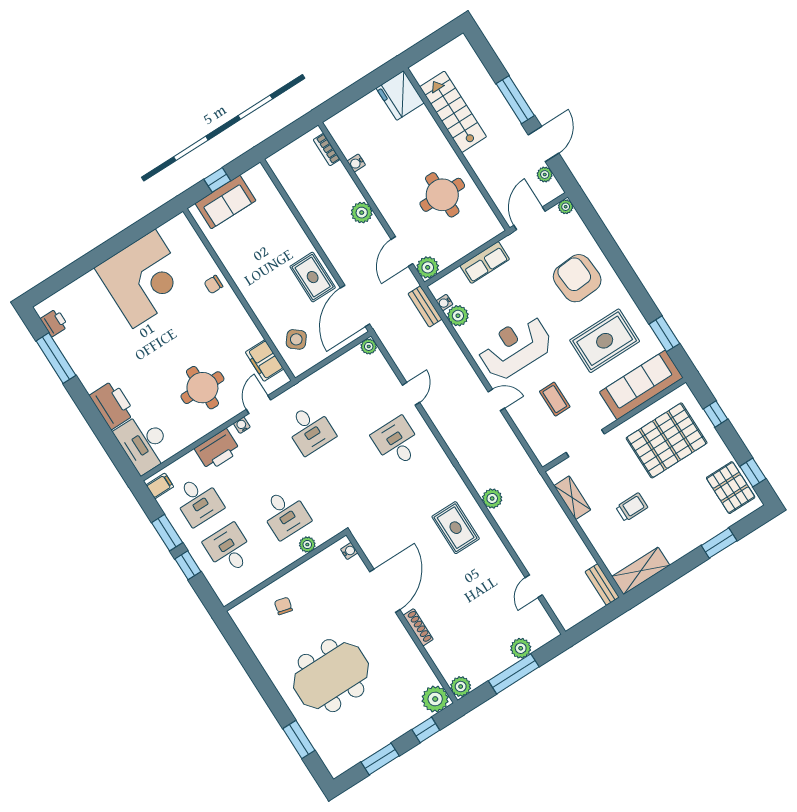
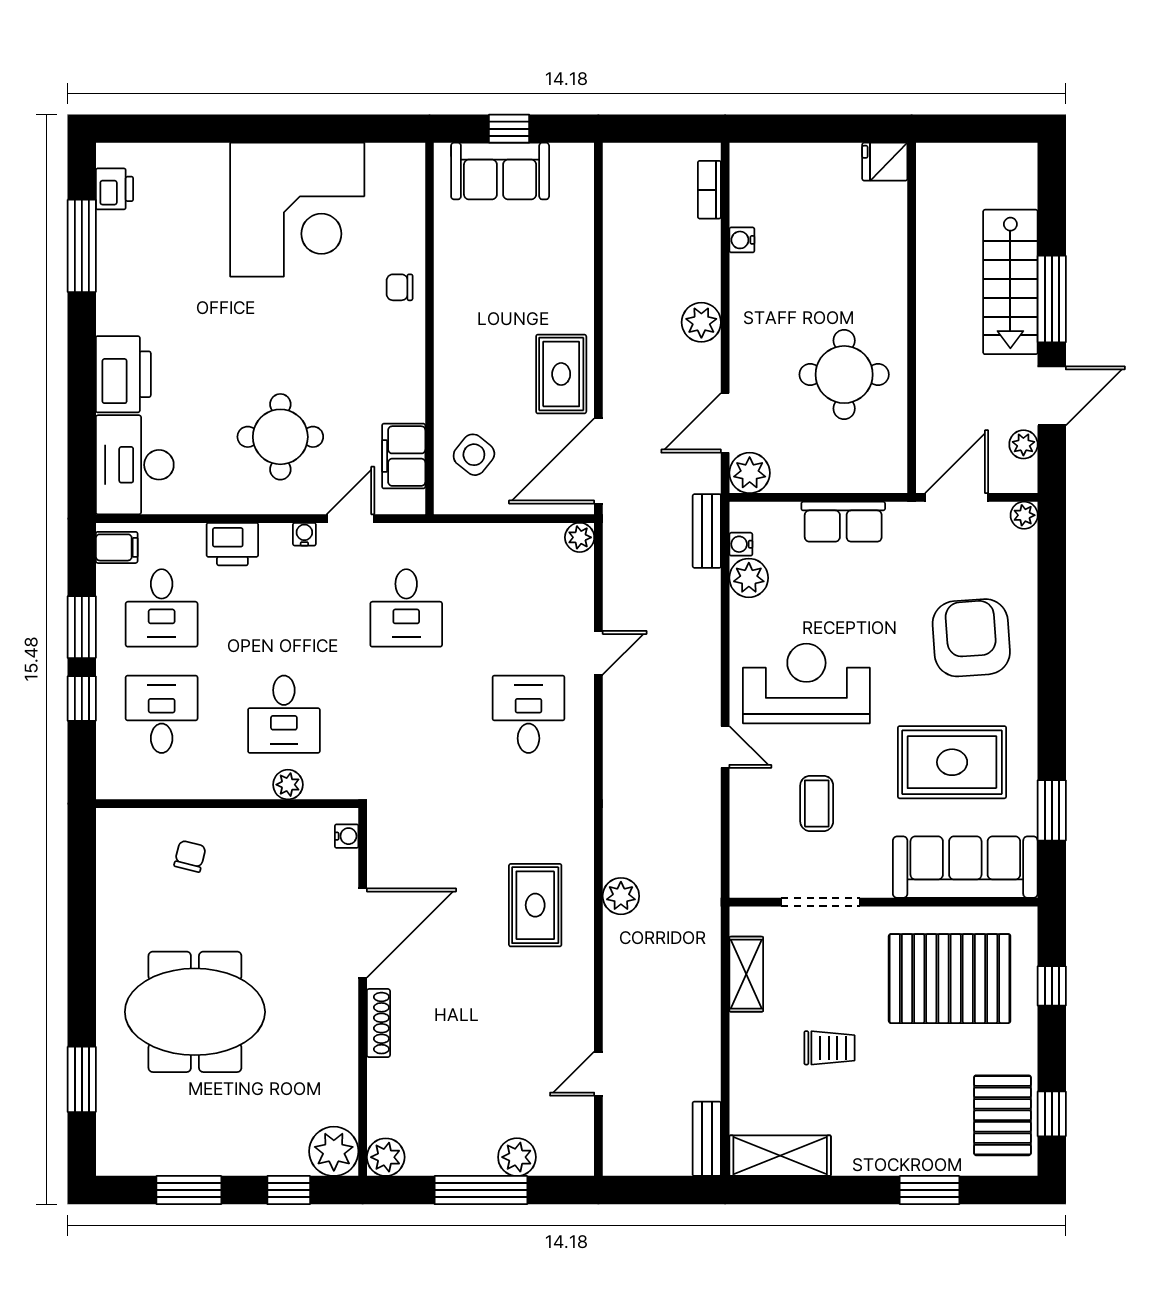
fridge: (400, 95) -> (885, 162), width x0.53, depth x0.75
stairs: (453, 112) -> (1010, 282), moved, turned 180
printer: (217, 450) -> (232, 544), width x0.73, depth x0.84

